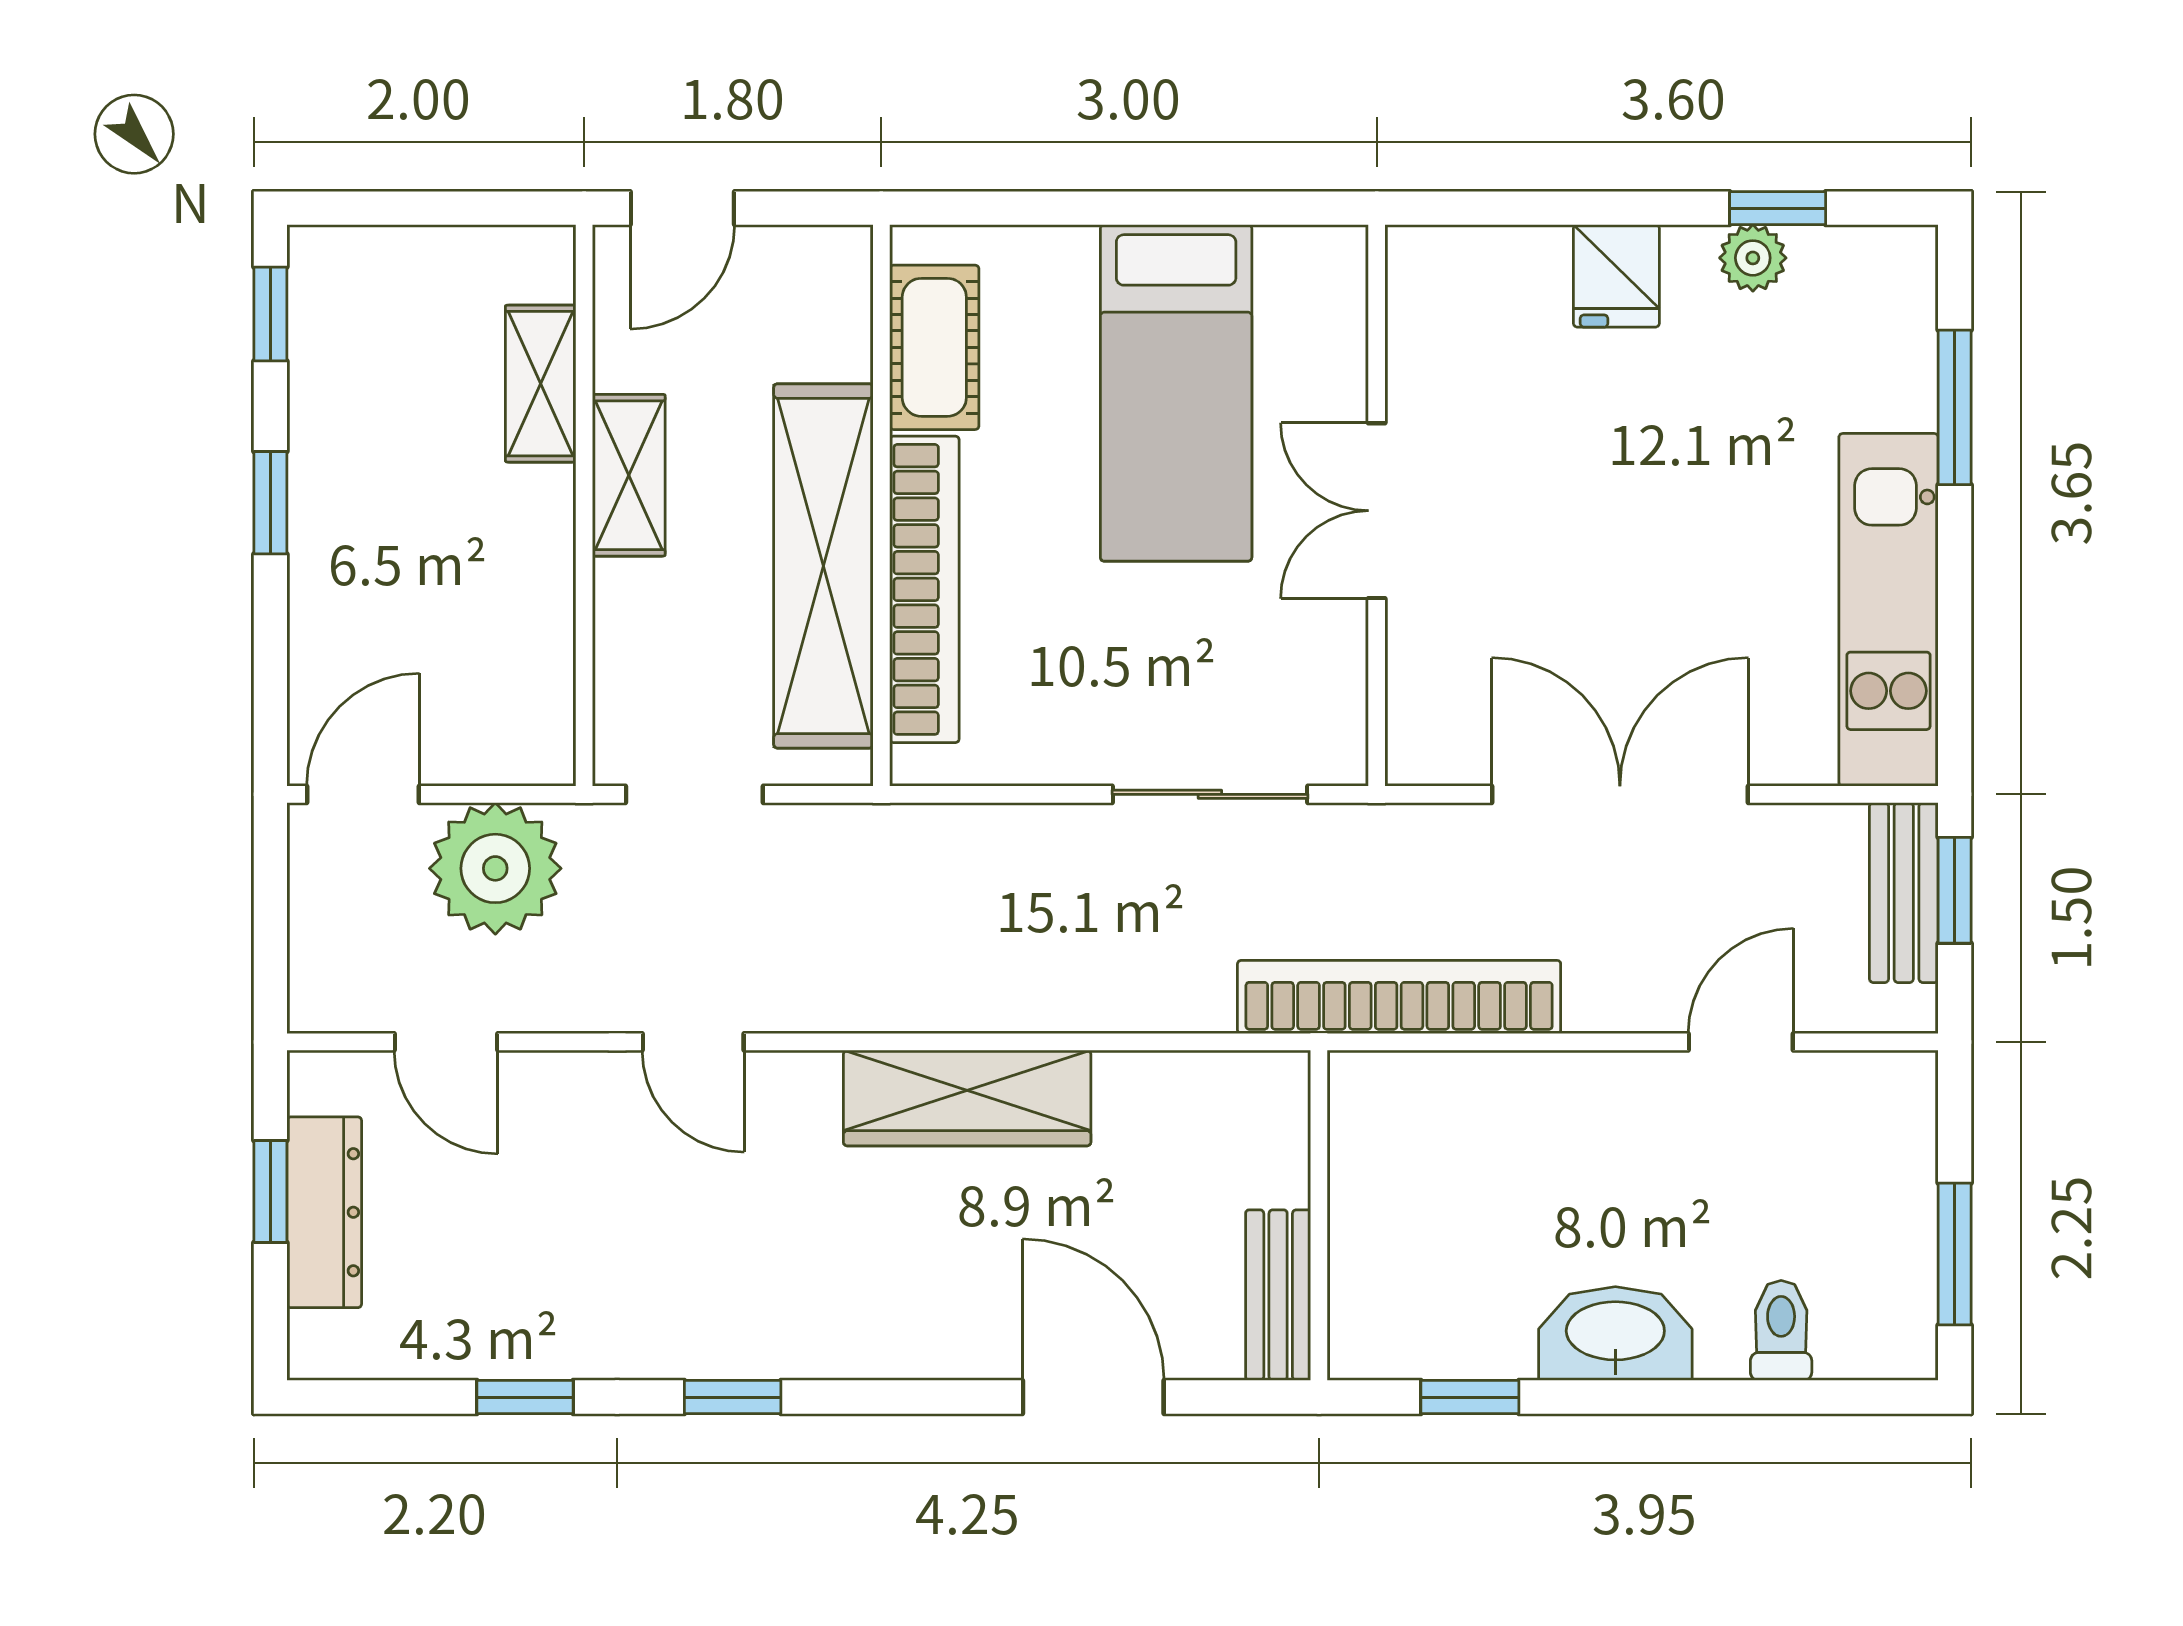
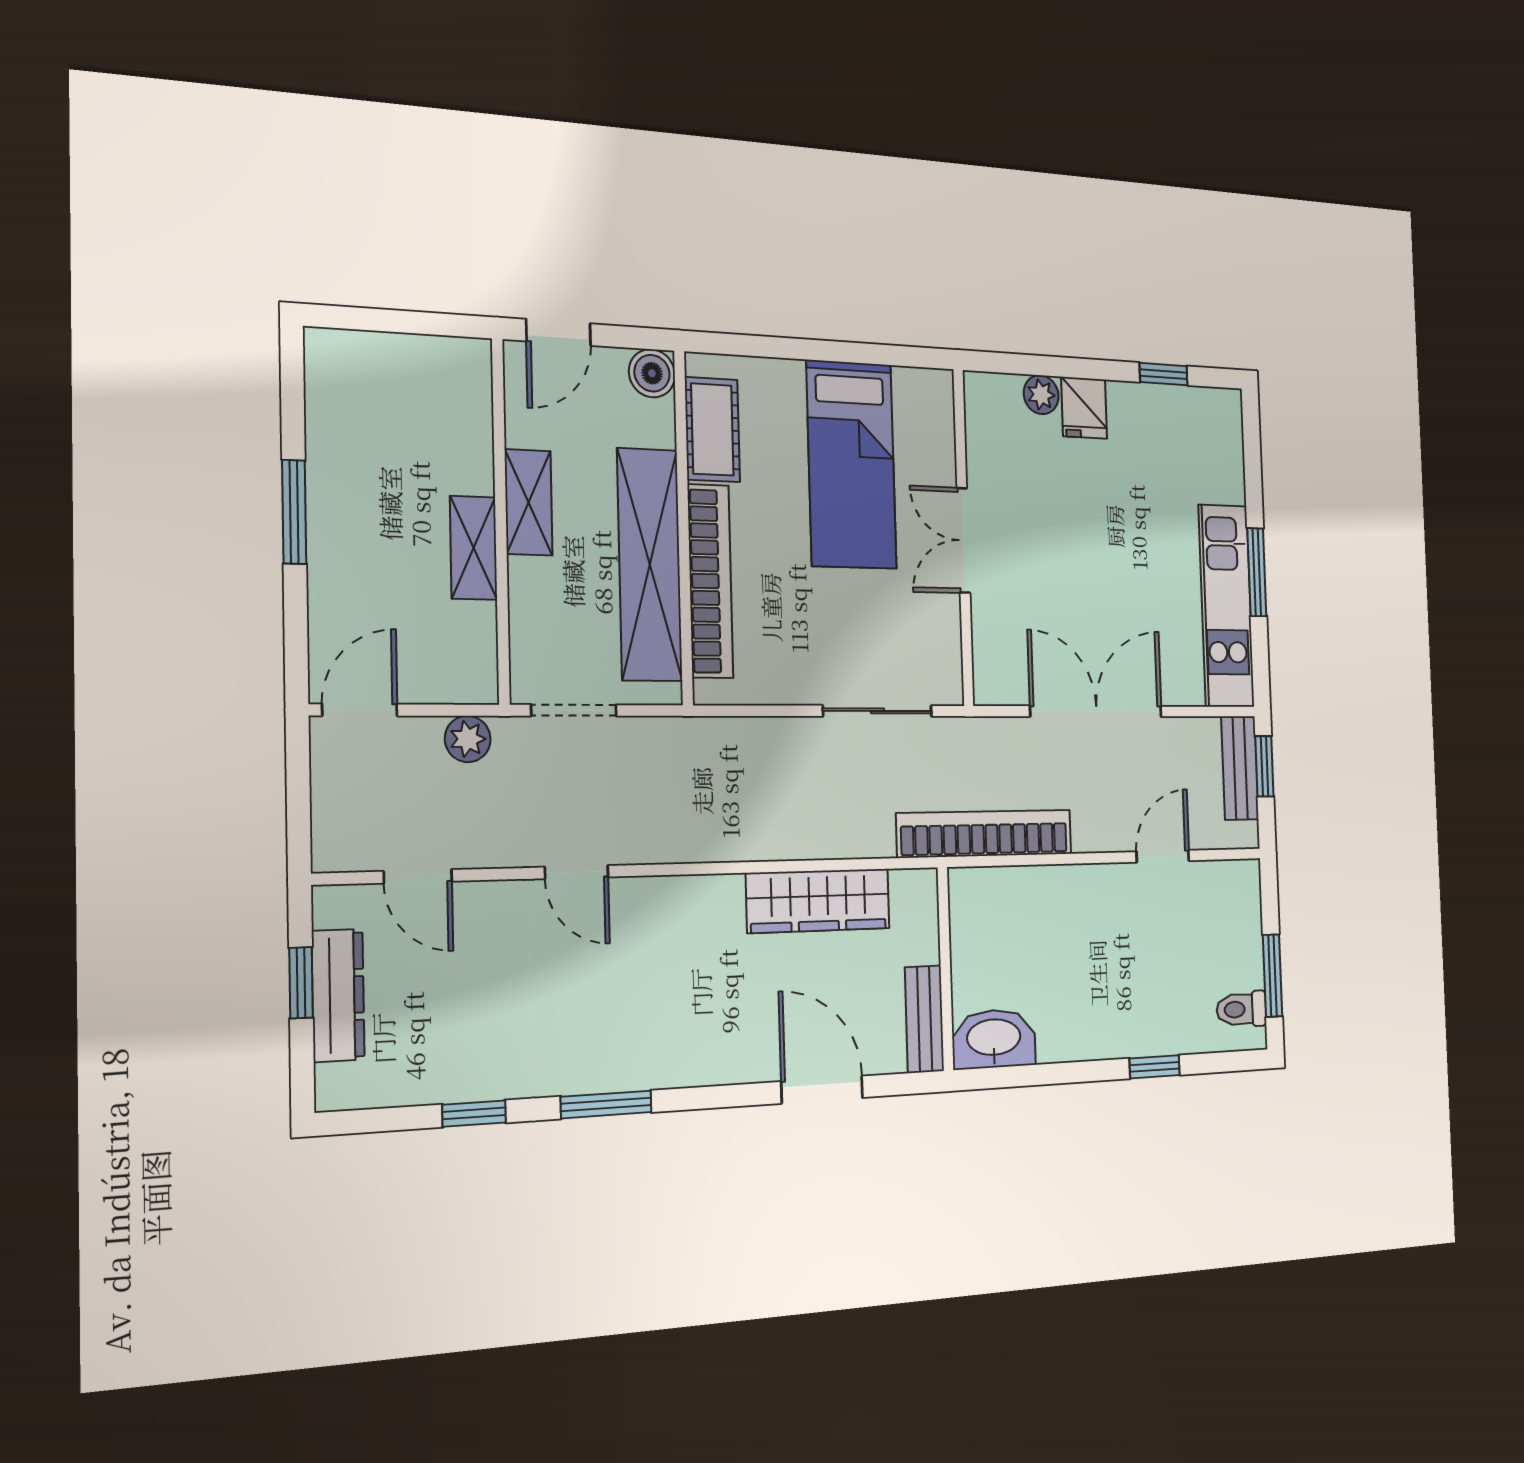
plant: (1753, 258) -> (1041, 395), moved
boiler: (835, 263) -> (652, 373), added
window: (270, 314) -> (292, 385), removed
shelving: (541, 384) -> (473, 548), moved
window: (1955, 407) -> (1257, 572), moved
window: (270, 503) -> (294, 512), width x1.50
plant: (495, 868) -> (468, 739), width x0.53, depth x0.53
wardrobe: (967, 1098) -> (818, 901), moved
toilet: (1781, 1330) -> (1241, 1009), moved, turned -90
washbasin: (1615, 1334) -> (994, 1039), moved
window: (733, 1397) -> (606, 1104), width x1.50
window: (1470, 1397) -> (1155, 1067), moved

